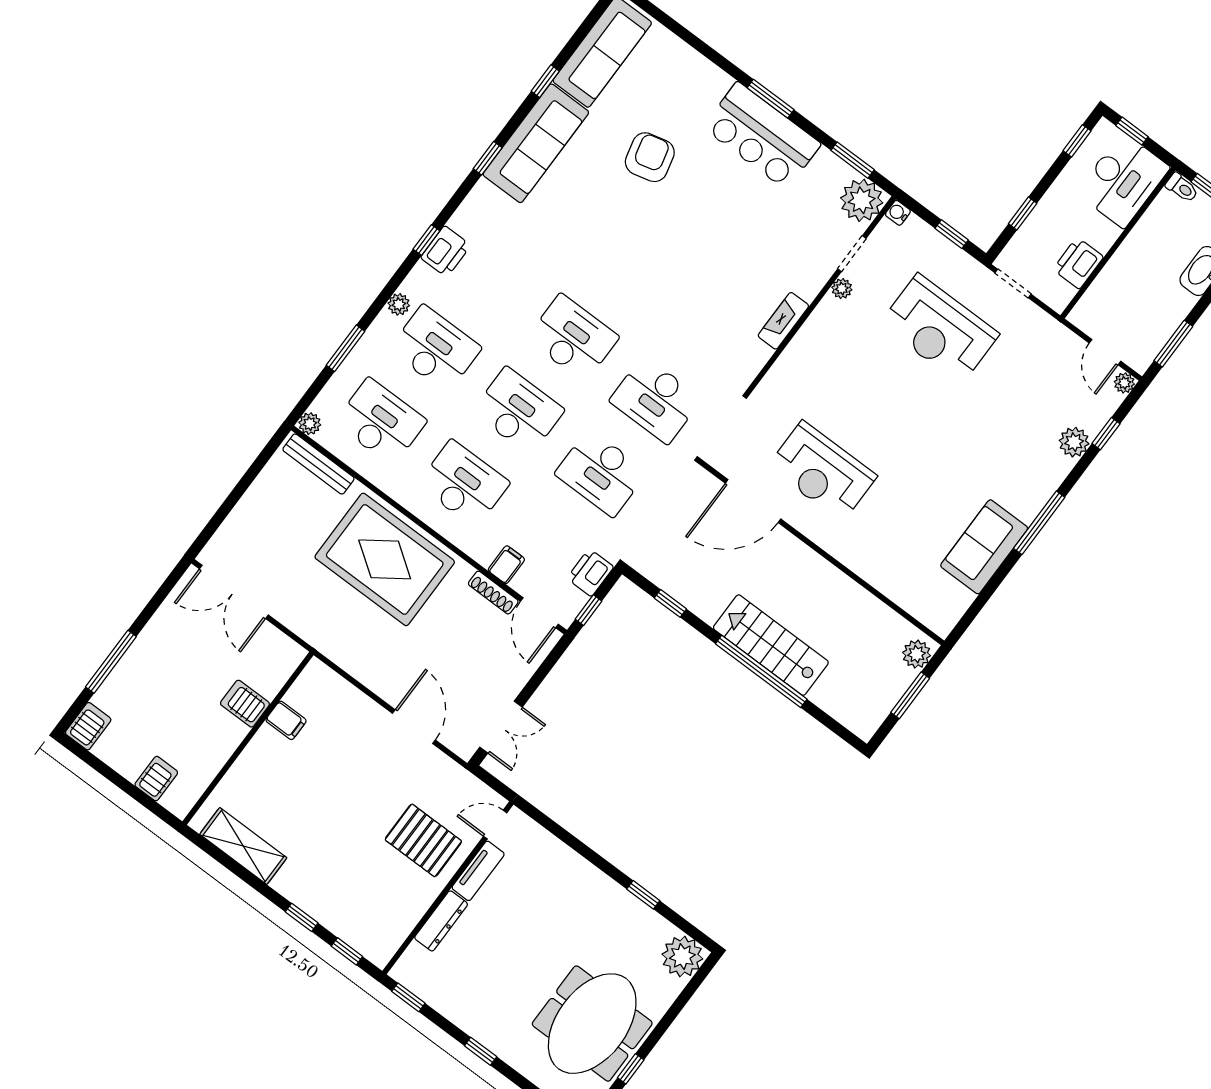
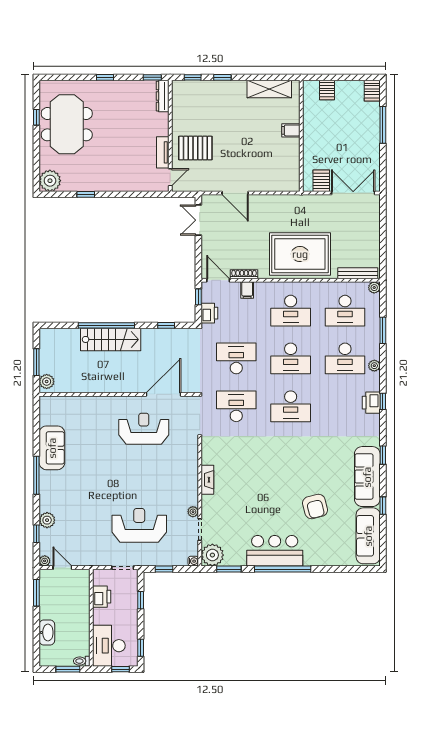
window: (771, 99) -> (283, 569), width x2.11
server rack: (245, 704) -> (321, 181), moved, turned -90
filing cabinet: (286, 720) -> (291, 130), moved
dresser: (441, 921) -> (163, 96), moved

